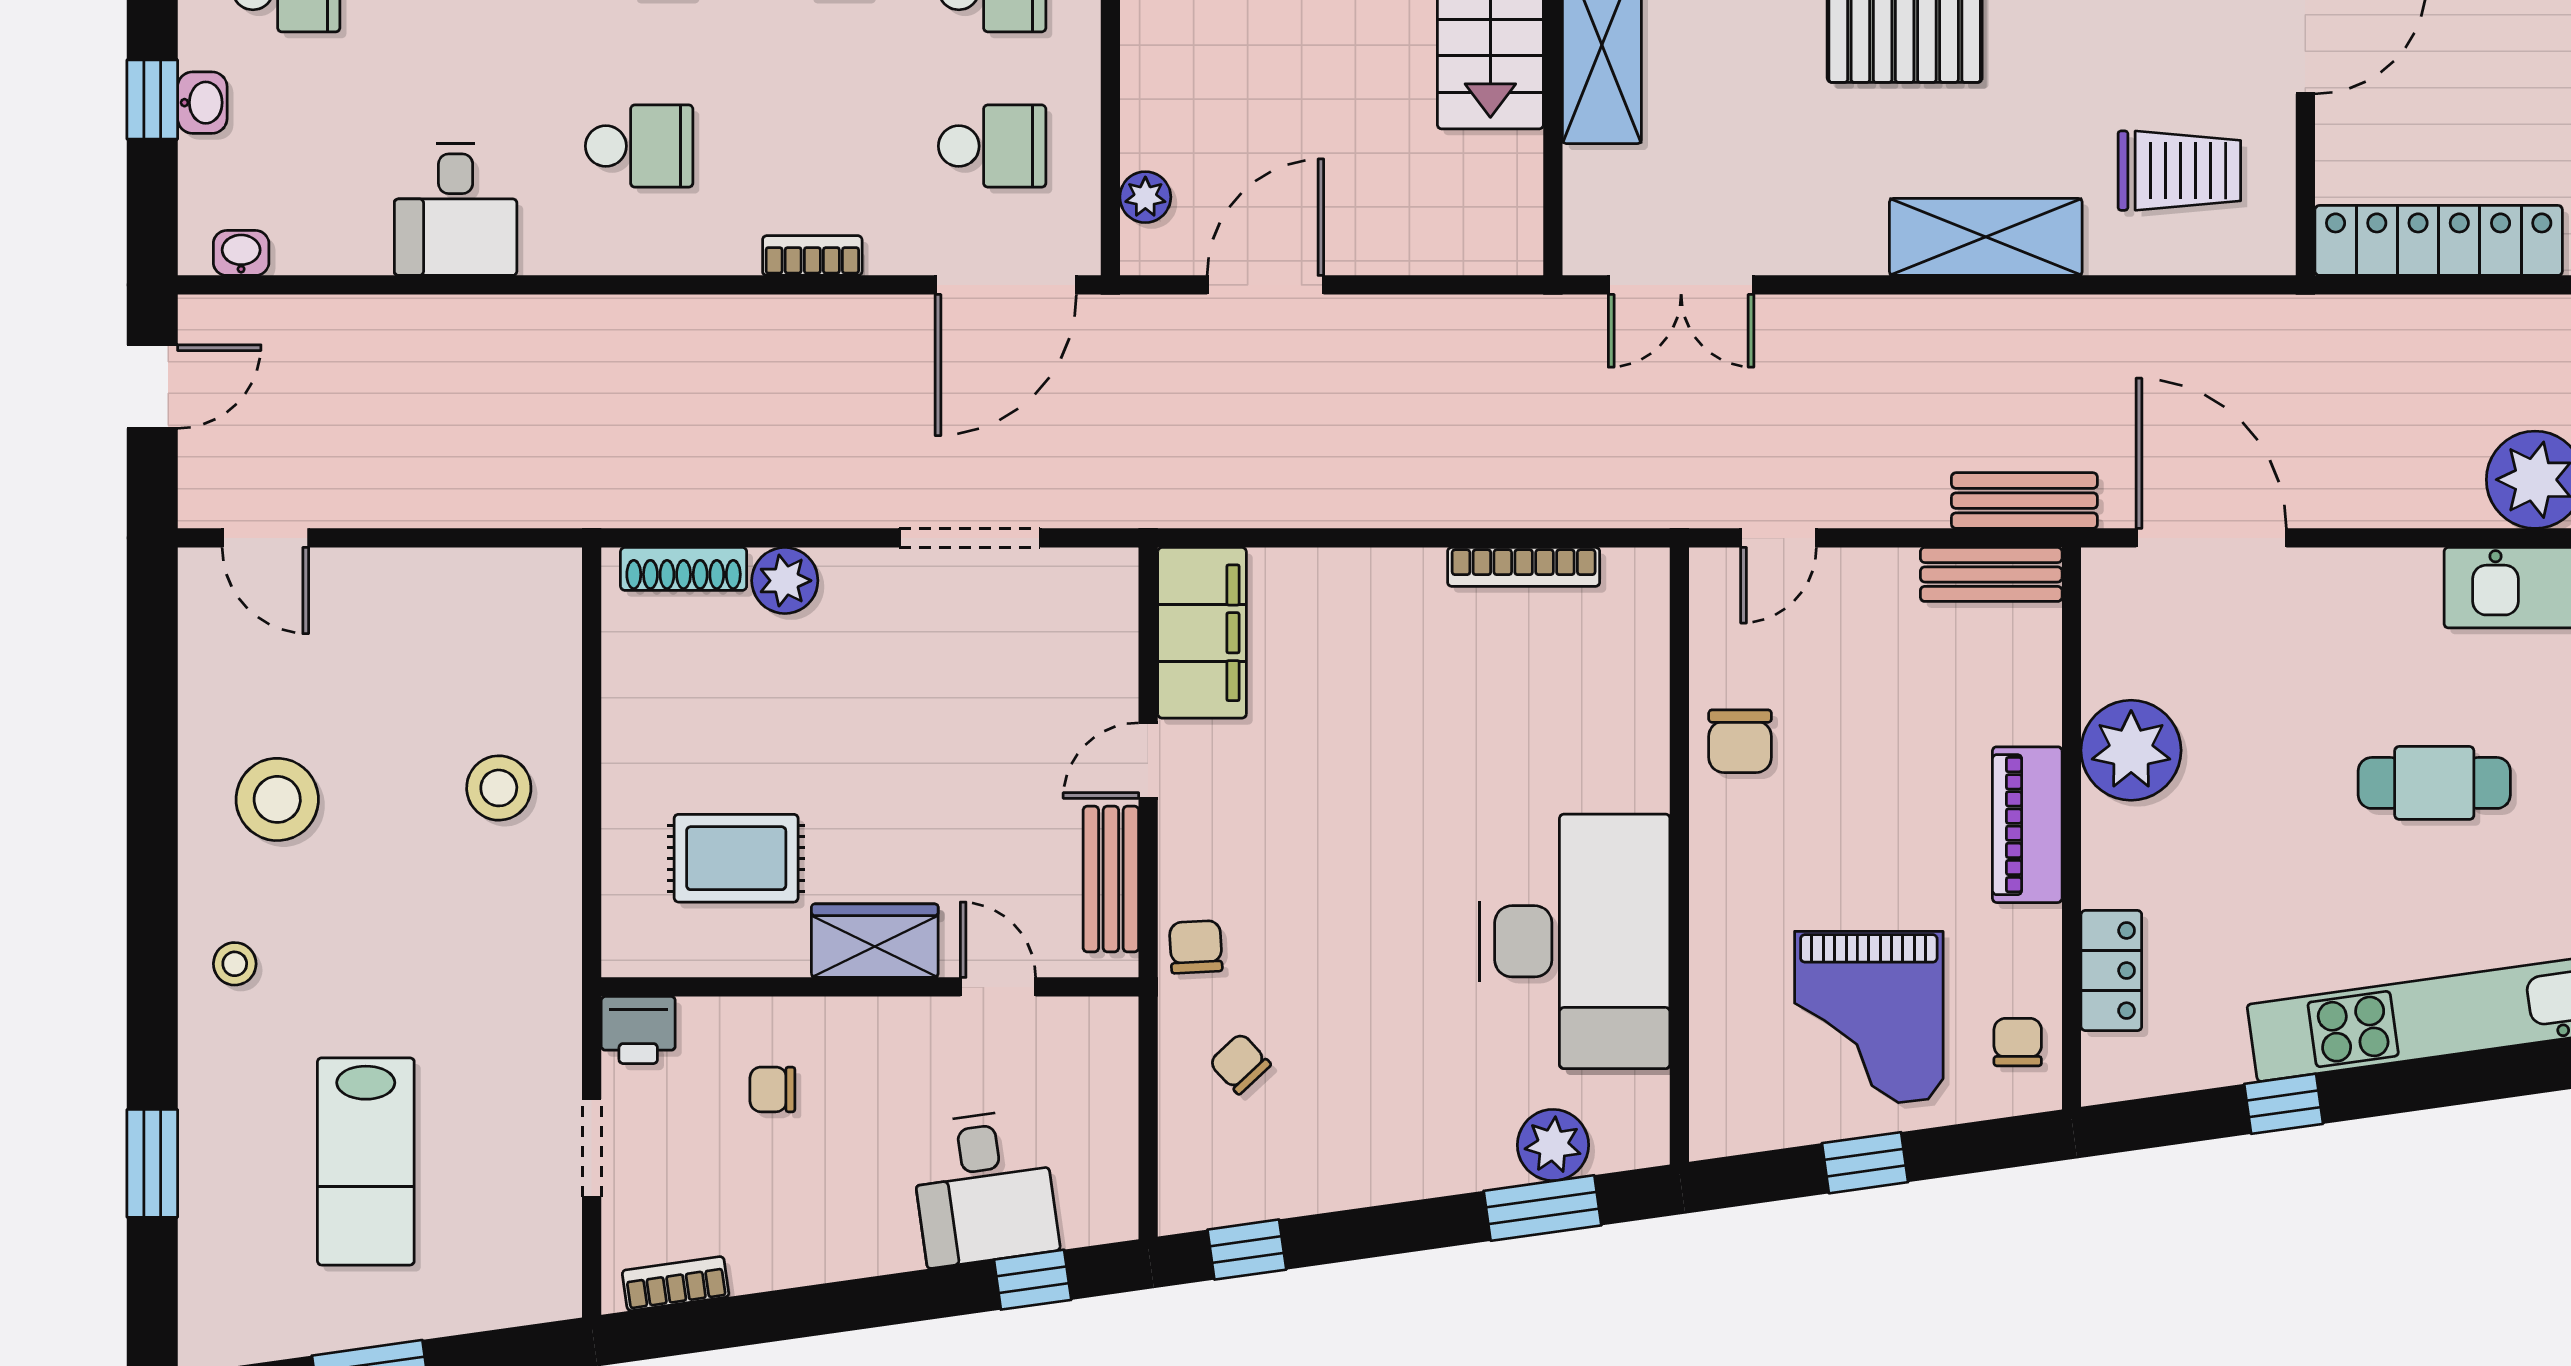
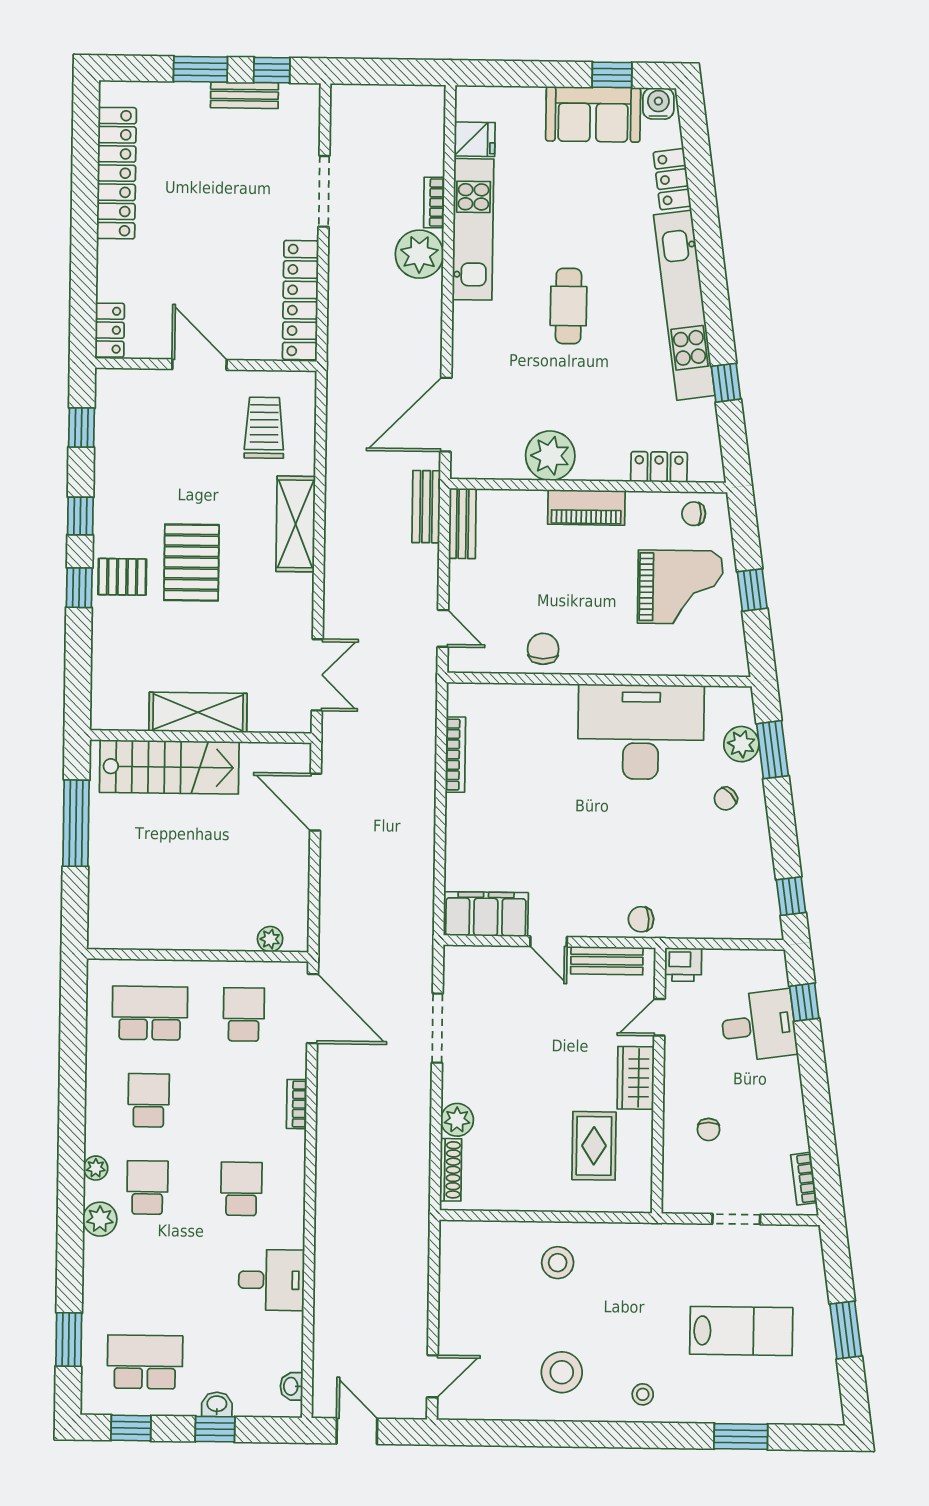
door: (1265, 285) -> (315, 802), moved
chair: (1740, 741) -> (543, 649), turned -90
printer: (638, 1030) -> (683, 965), moved, turned 90
chair: (1240, 1063) -> (726, 799), moved

